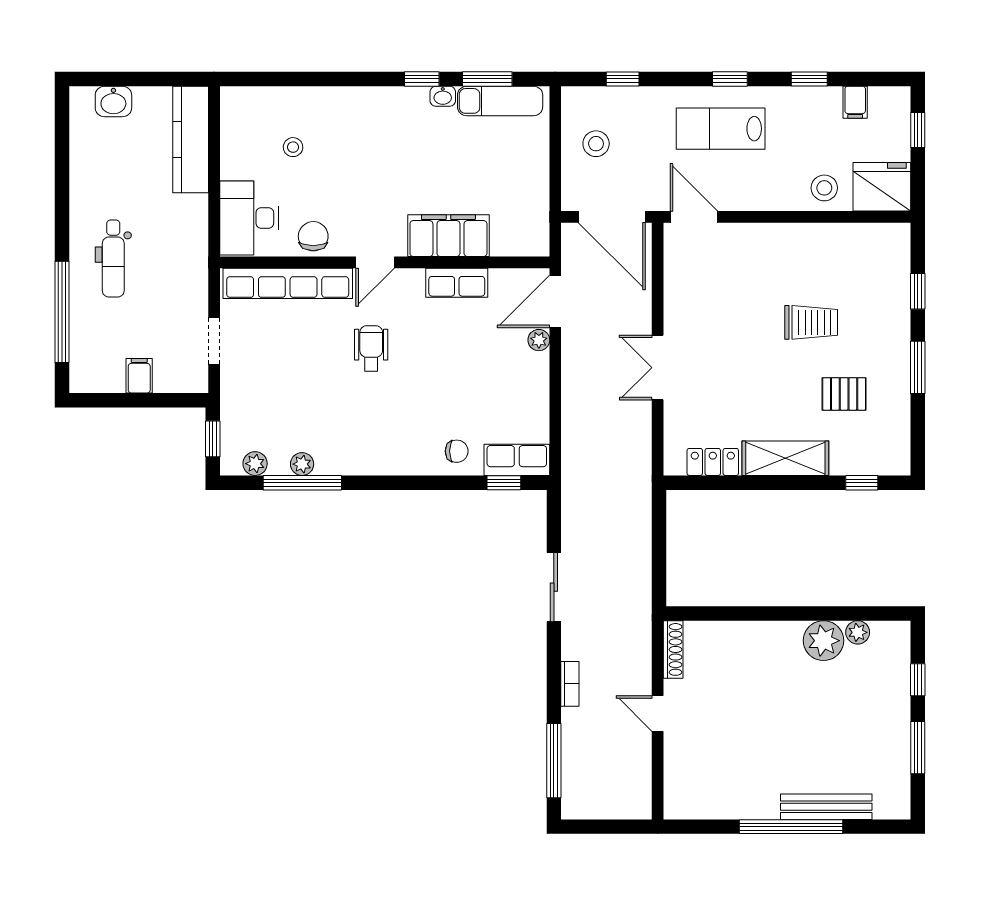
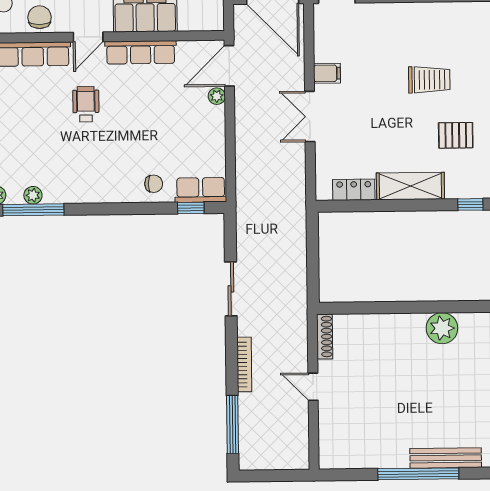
row of seats: (457, 283) -> (141, 52), width x1.48
filing cabinet: (680, 312) -> (327, 73), added
plant: (858, 632) -> (469, 321), removed
bookcase: (570, 684) -> (244, 364), width x1.56

